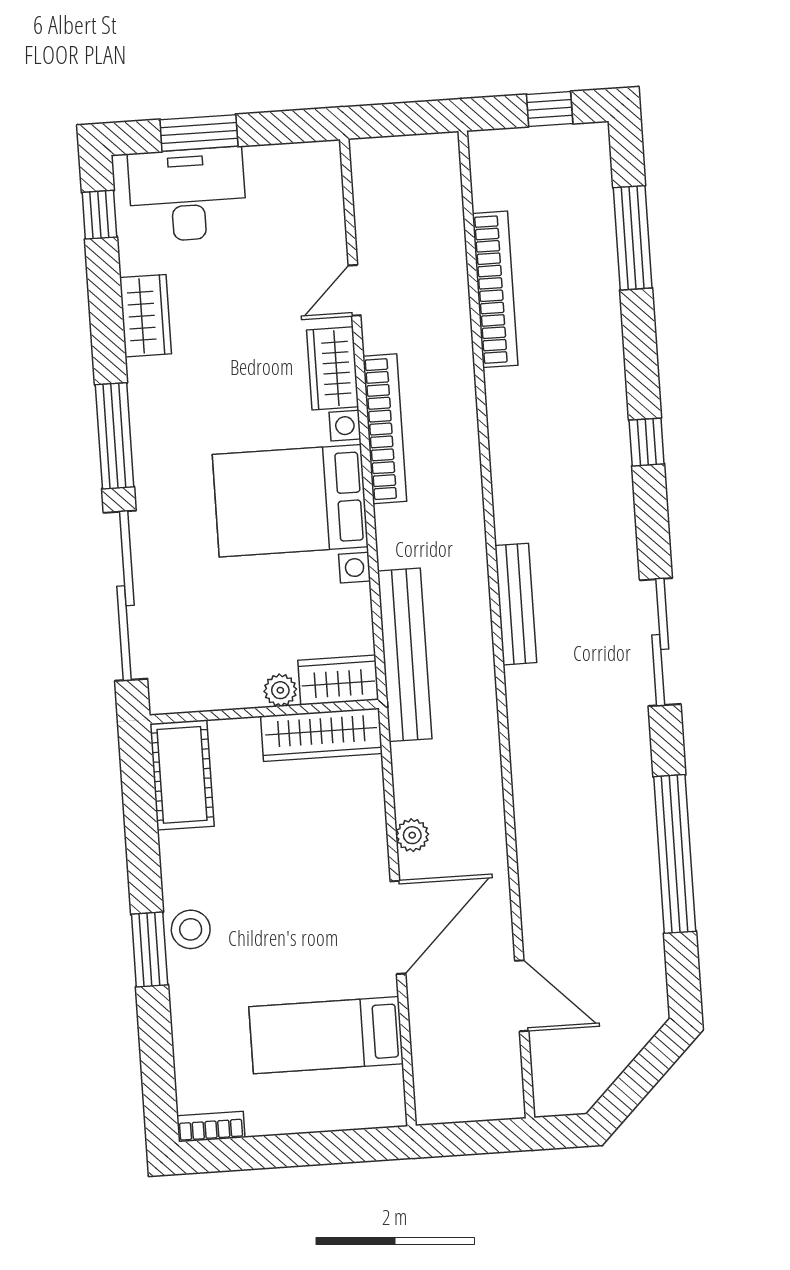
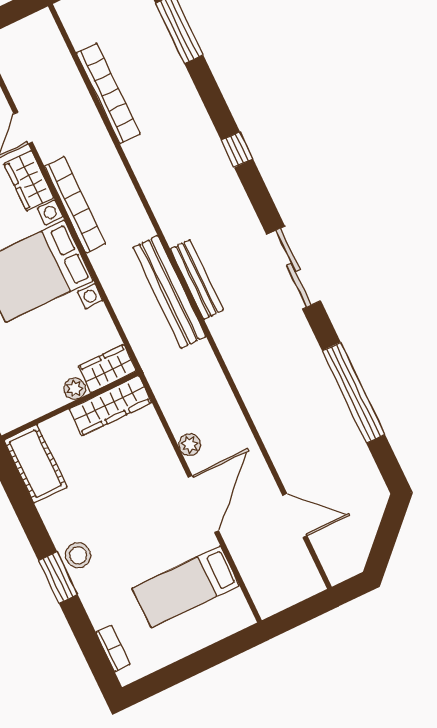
bench: (405, 655) -> (169, 292), moved
bookcase: (211, 1127) -> (113, 648), moved, turned 90

